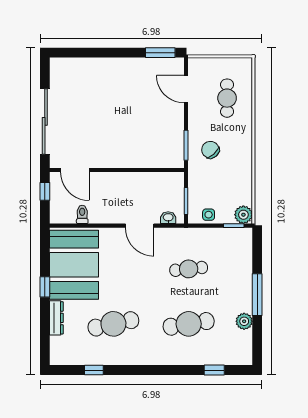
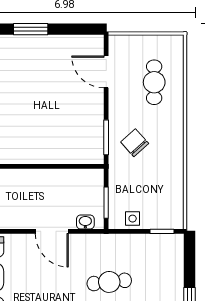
window: (160, 53) -> (31, 29), moved
plant: (243, 215) -> (173, 219), removed

